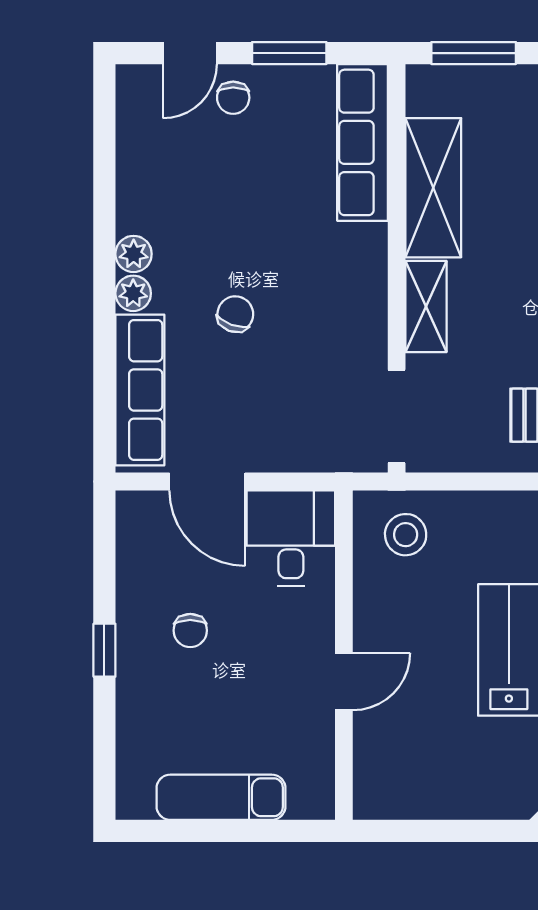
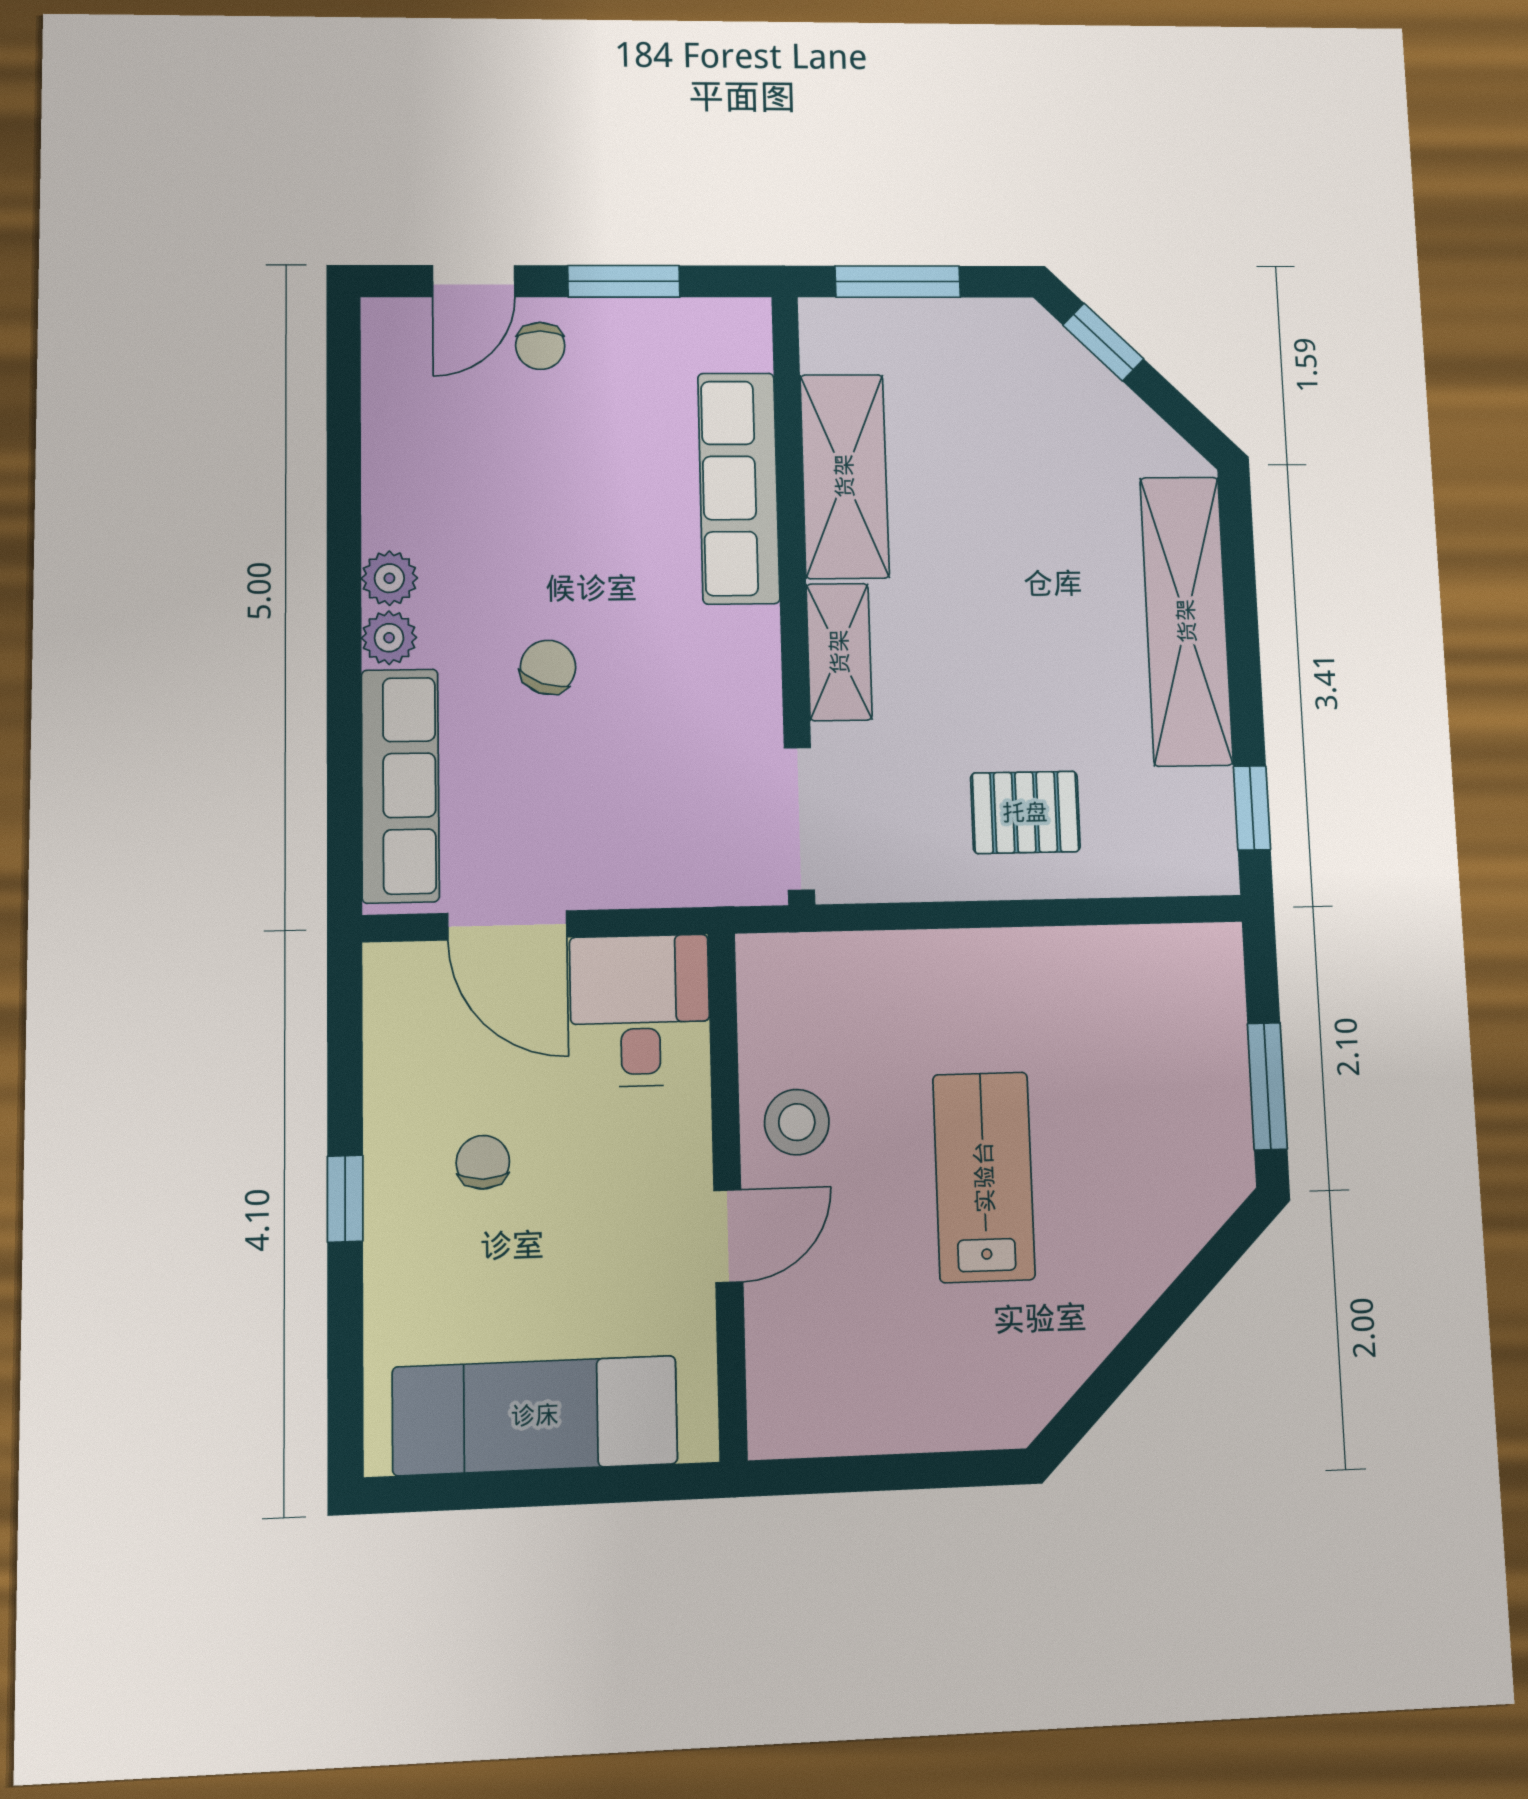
row of seats: (363, 142) -> (739, 488), moved
stool: (406, 535) -> (797, 1122), moved
chair: (190, 630) -> (483, 1162), turned 180
exam couch: (221, 797) -> (535, 1415), width x1.36, depth x1.45

